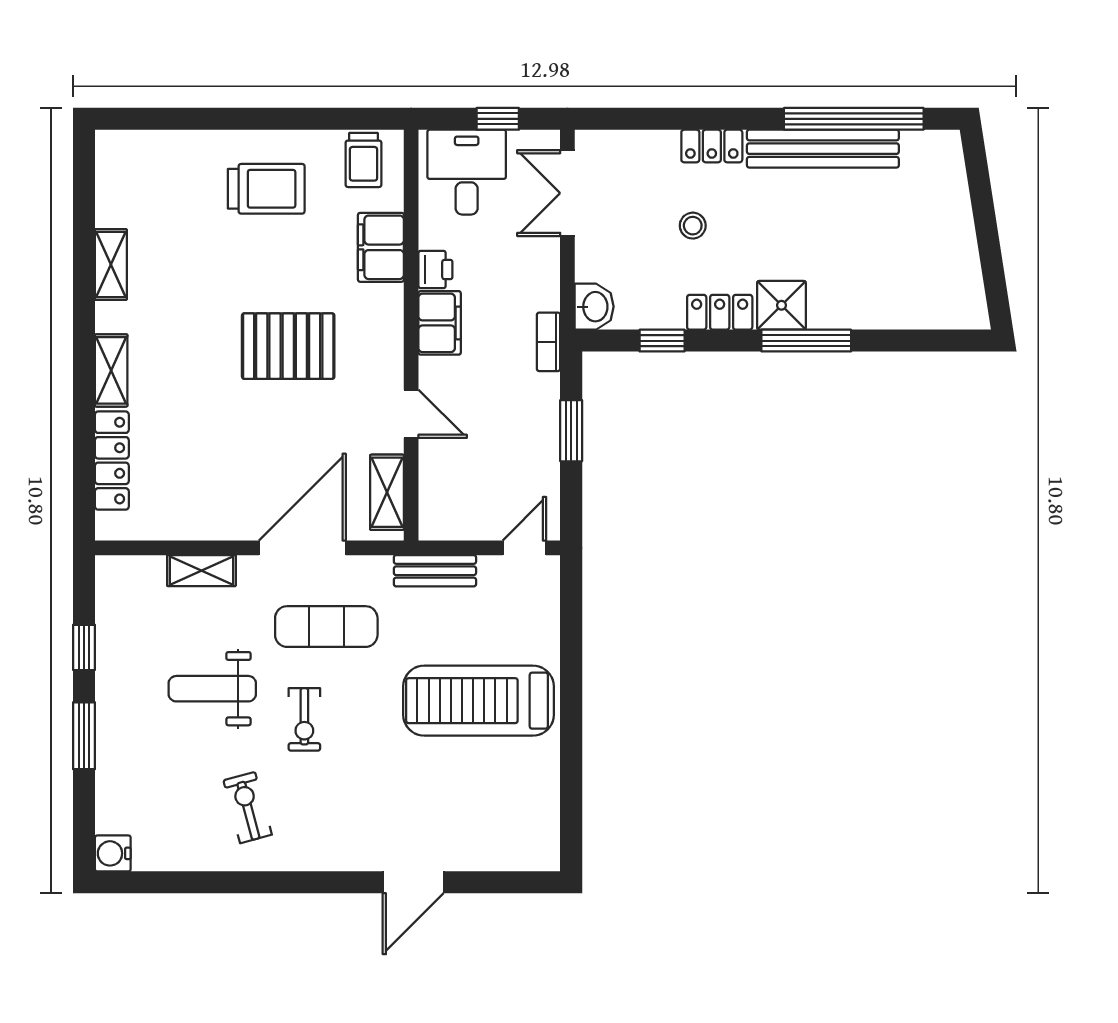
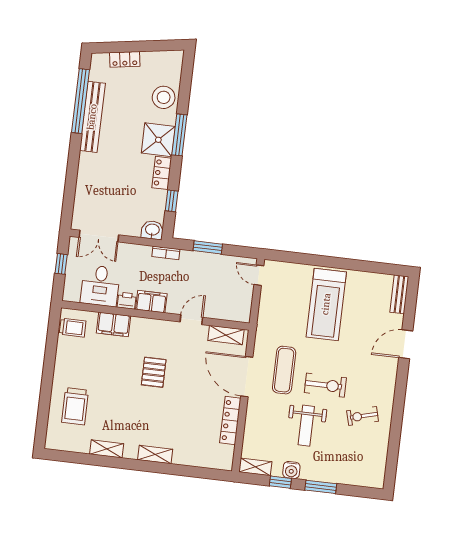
locker: (712, 146) -> (125, 59), moved, turned 81
desk: (467, 172) -> (100, 286), moved, turned -90
trolley: (266, 189) -> (75, 406), moved, turned 180
stool: (693, 226) -> (164, 97), moved, width x1.89, depth x1.89
shower: (781, 305) -> (158, 140), width x1.36, depth x1.36
pallet: (288, 346) -> (154, 372), width x0.67, depth x0.71
locker: (112, 461) -> (230, 421), moved, turned -90
shelving: (201, 571) -> (255, 467), moved, turned 90
bench: (435, 571) -> (399, 294), moved
exercise bike: (304, 719) -> (325, 385), width x1.38, depth x1.39
water cooler: (113, 853) -> (291, 470), moved
door: (413, 882) -> (406, 344), swing flipped

